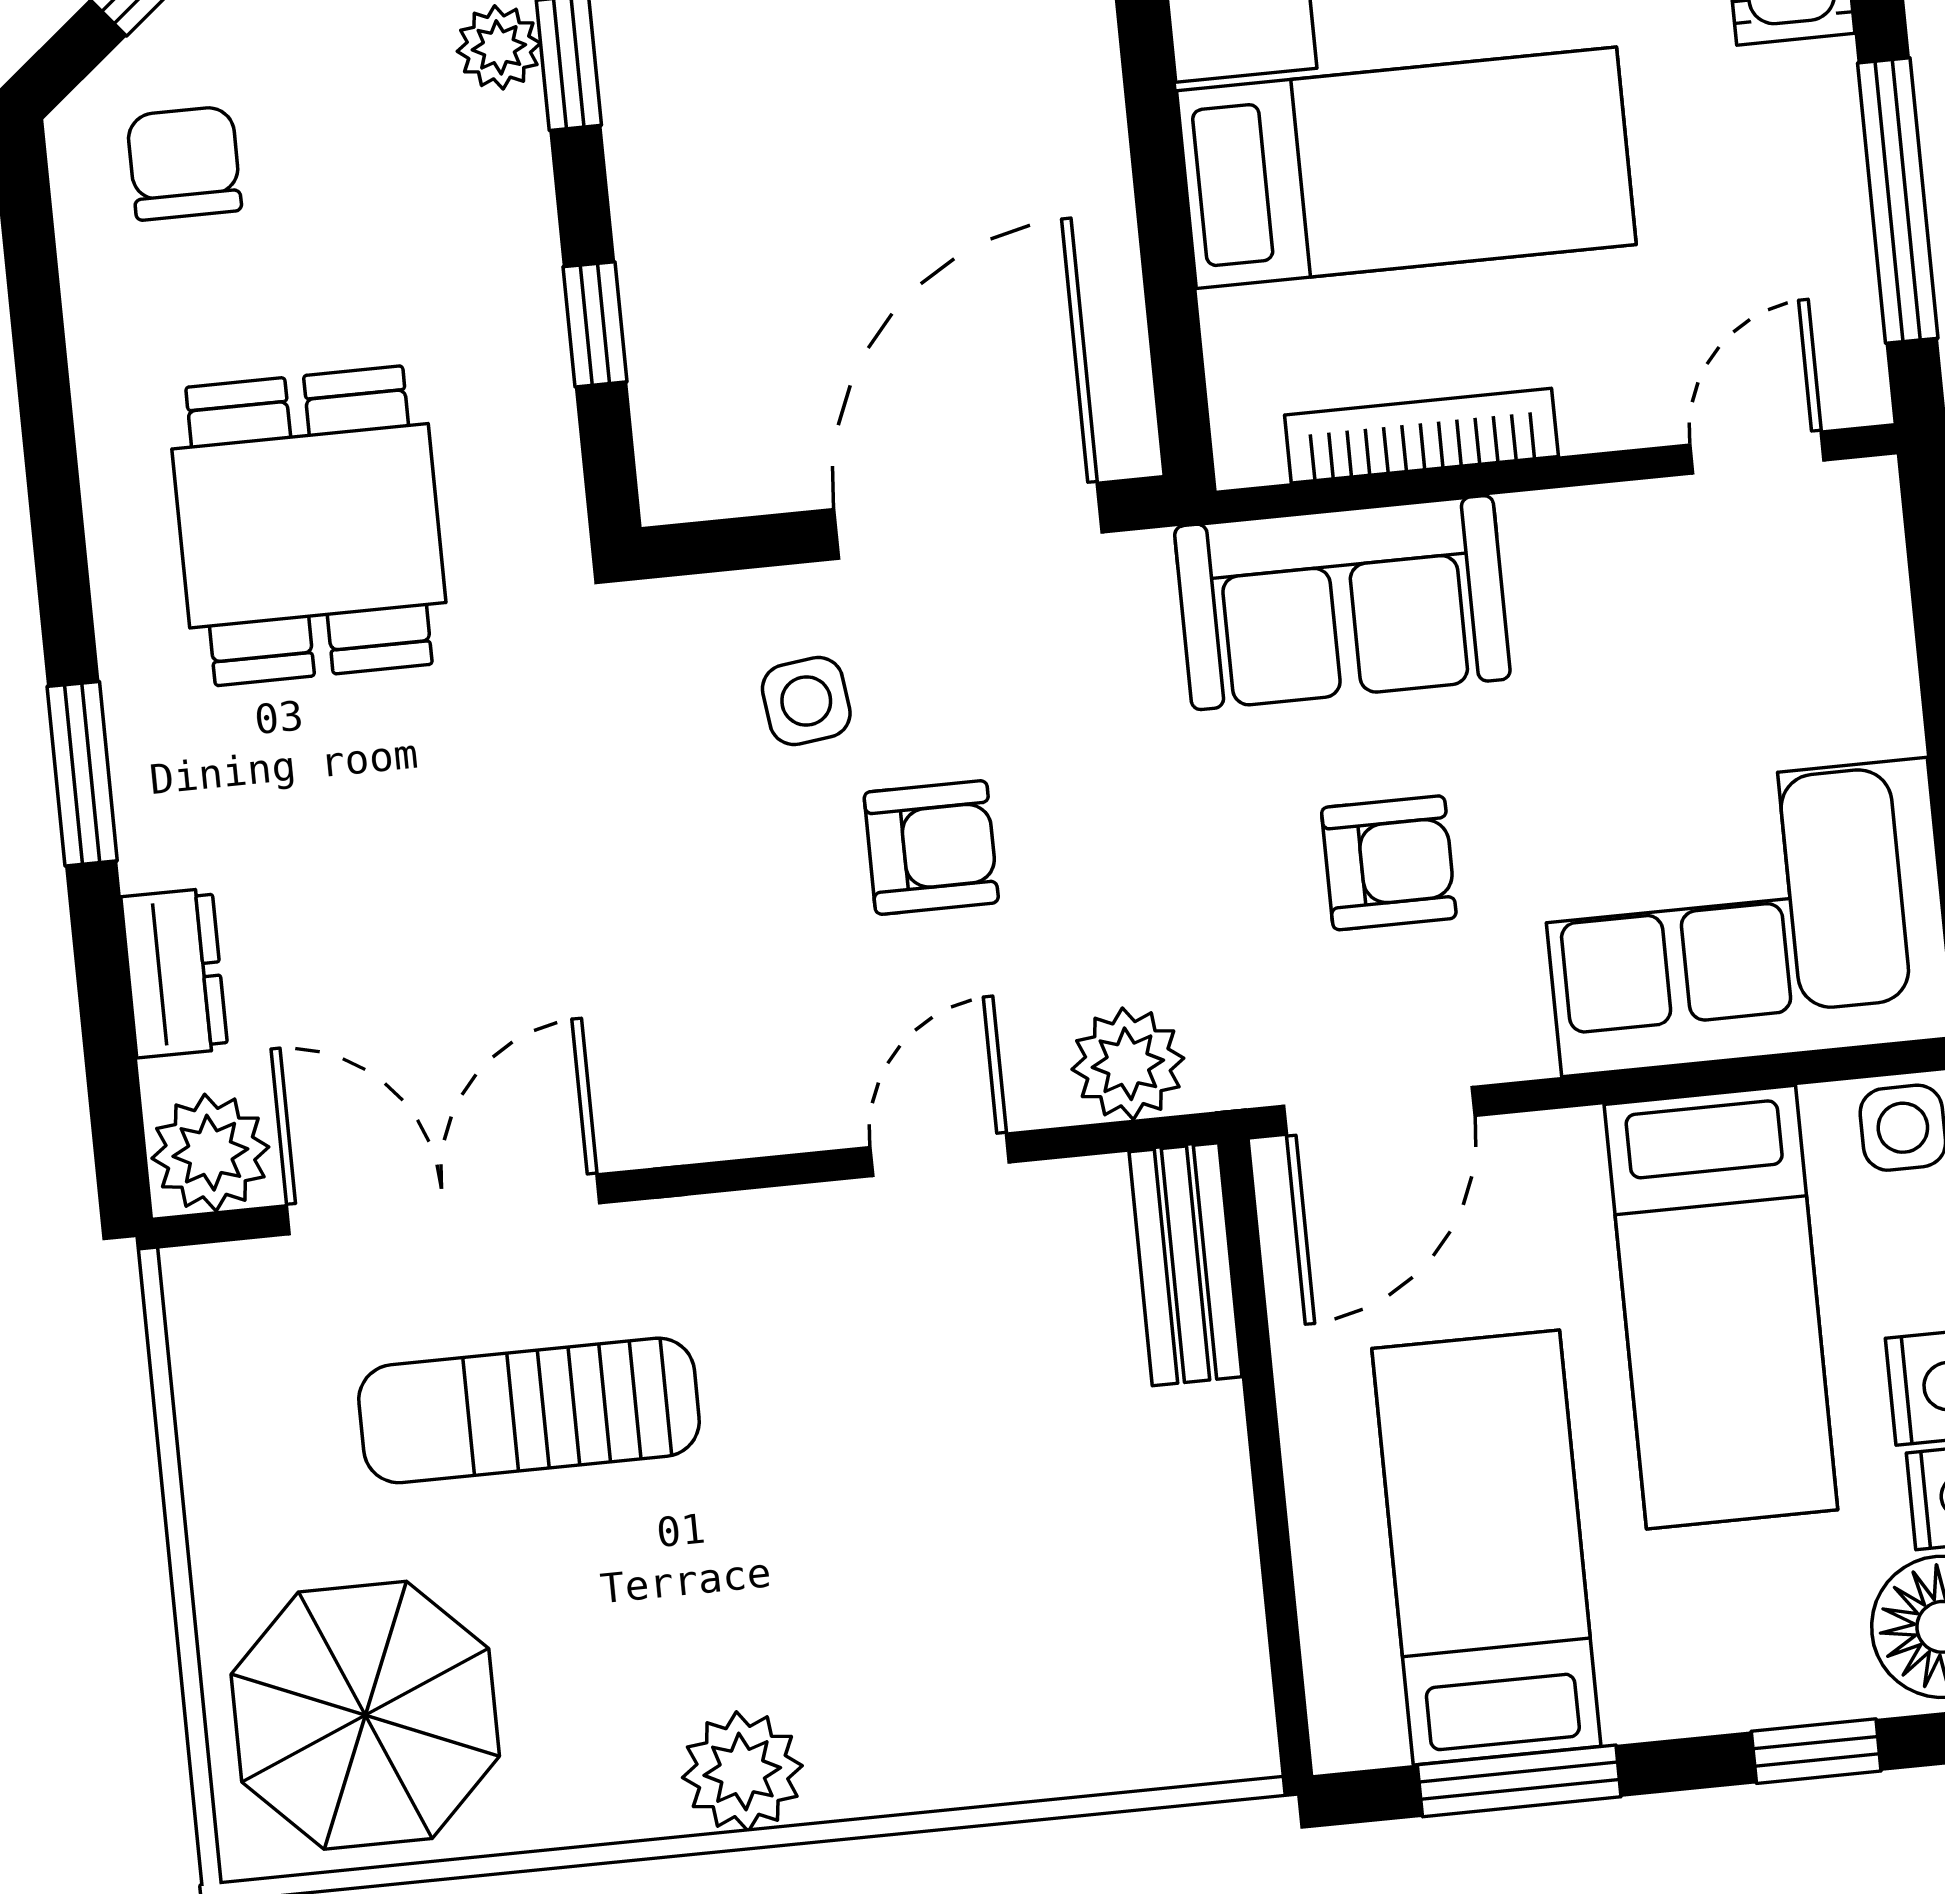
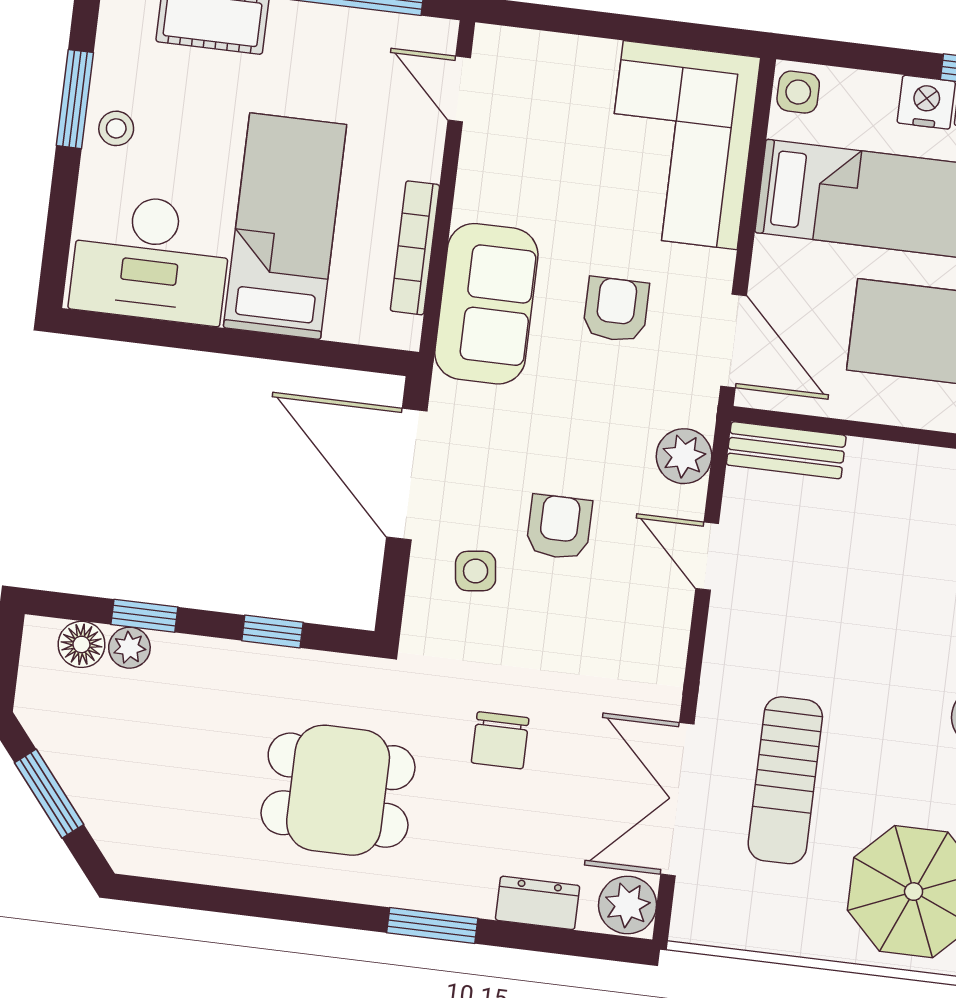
chair: (184, 163) -> (500, 740), moved, turned -90

